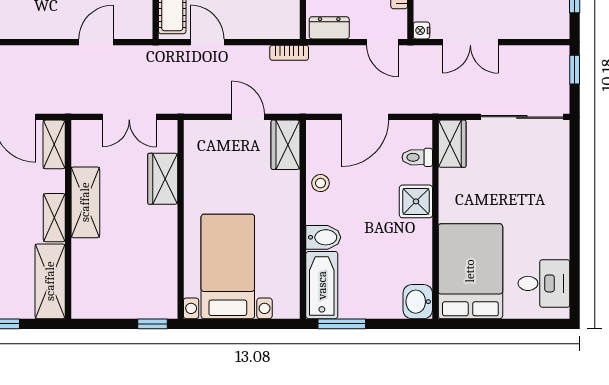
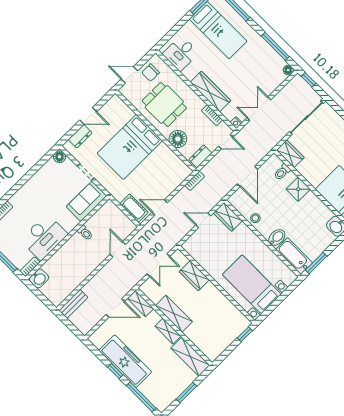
floor lamp: (561, 30) -> (288, 70), added
double door: (470, 42) -> (259, 109), swing flipped

